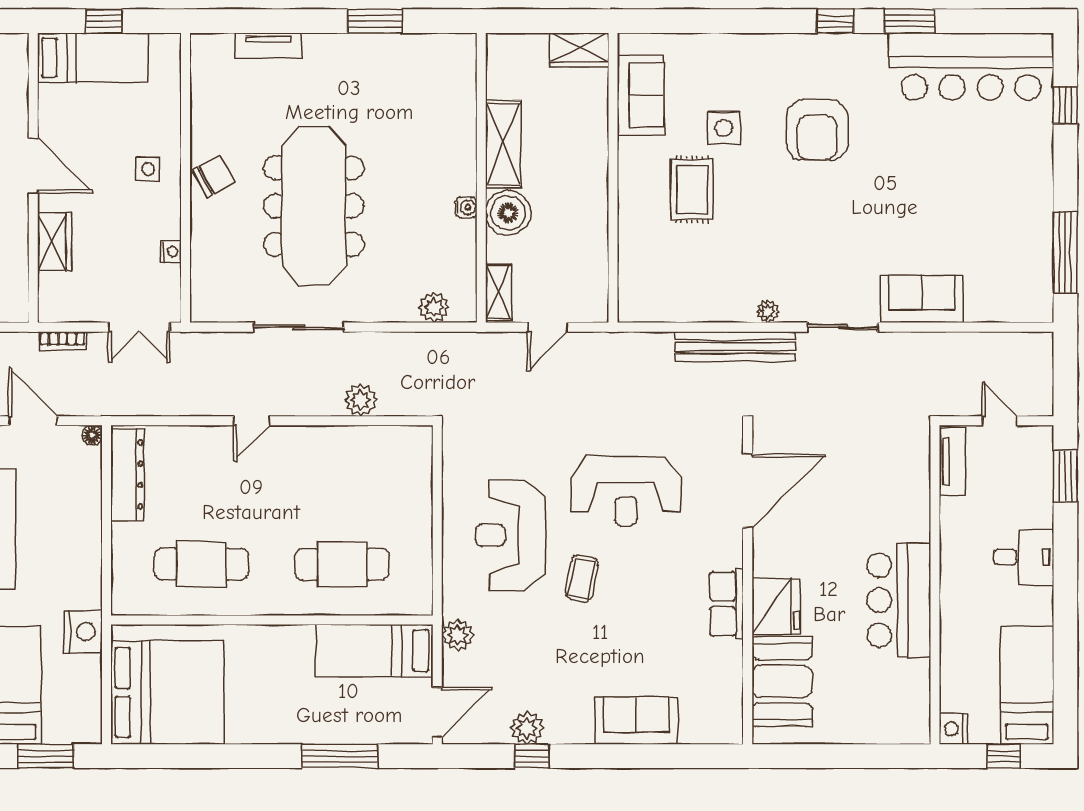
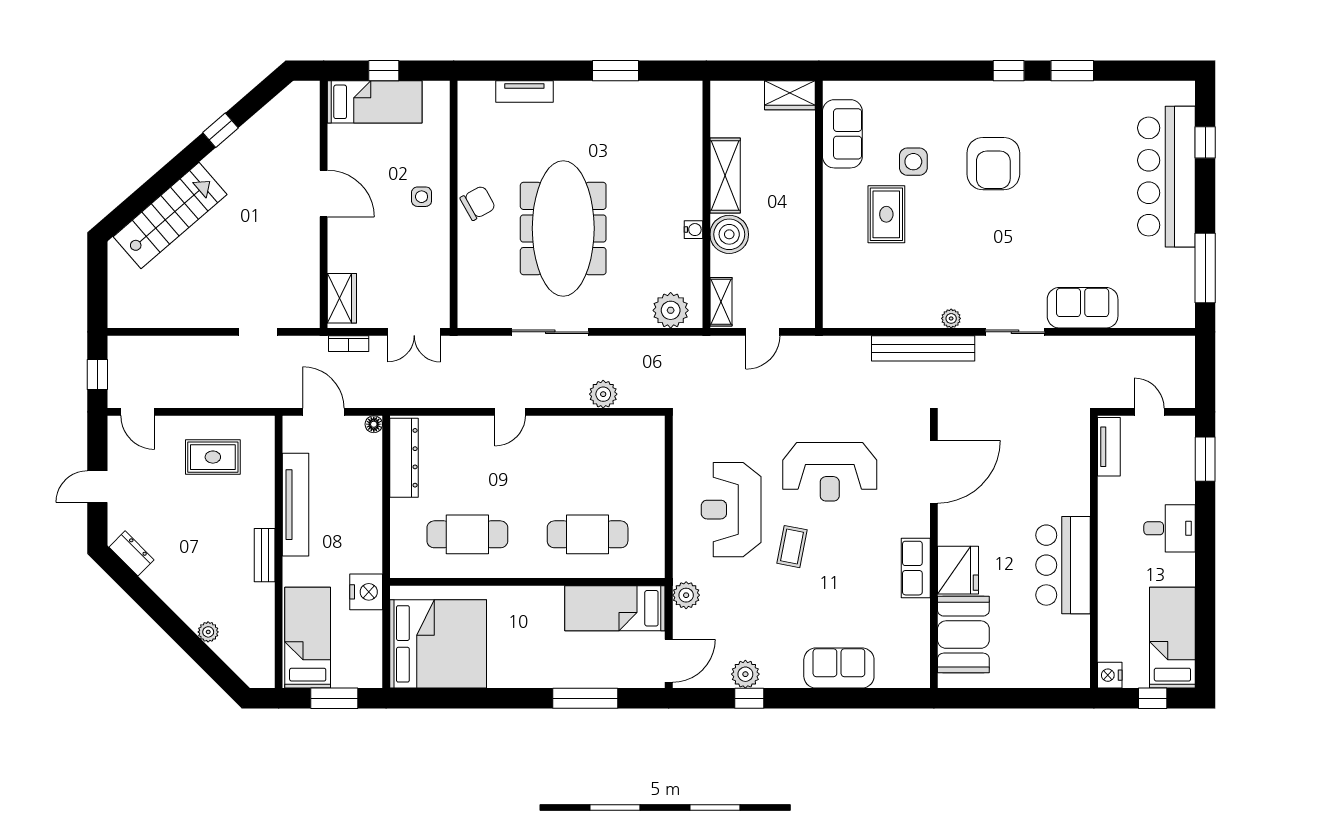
bar counter: (971, 67) -> (1166, 177), moved, turned 90
wardrobe: (55, 242) -> (342, 298), moved
nightstand: (171, 252) -> (441, 267), removed
plant: (434, 307) -> (671, 310), width x1.36, depth x1.36

